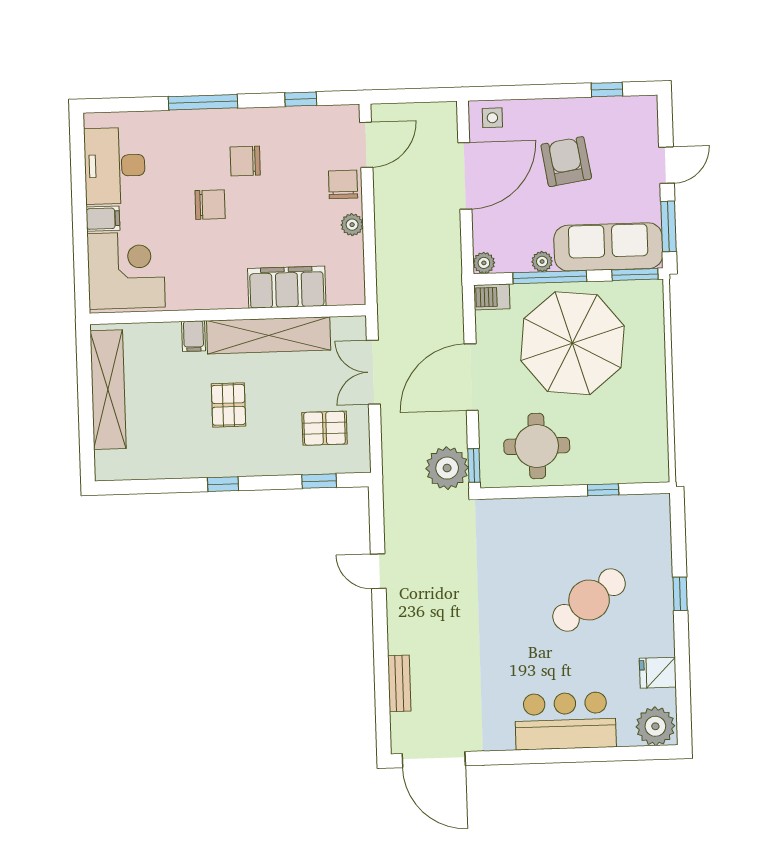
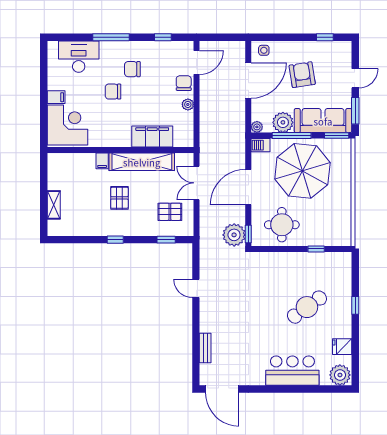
desk: (115, 166) -> (79, 57), moved, turned 90
chair: (210, 205) -> (113, 92), turned 180
plant: (542, 262) -> (283, 122), width x1.87, depth x1.87
shelving: (108, 390) -> (54, 205), width x0.45, depth x0.75

